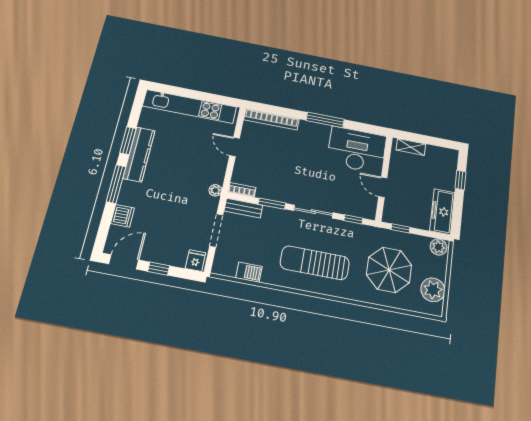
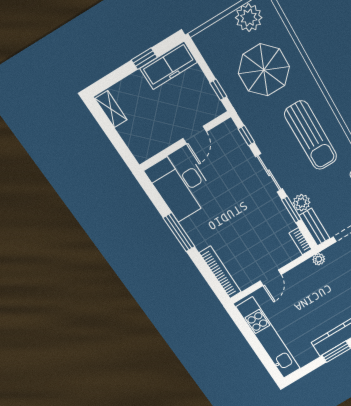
shelving: (411, 147) -> (111, 109), moved
window: (461, 180) -> (144, 59), moved
plant: (439, 247) -> (301, 203), moved

